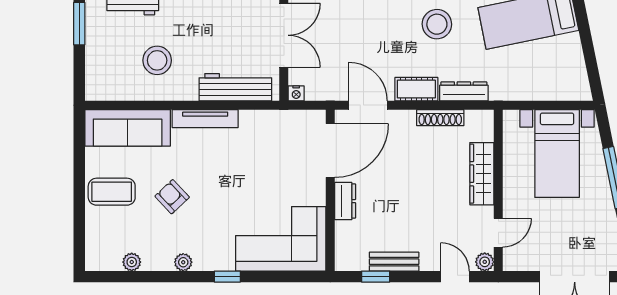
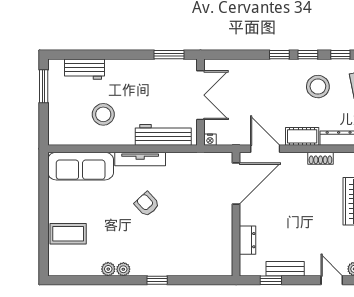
shoe rack: (440, 118) -> (320, 158), width x0.70
coffee table: (112, 192) -> (68, 234), moved
armchair: (172, 197) -> (147, 204), moved
dresser: (345, 201) -> (248, 240), moved
corner sofa: (281, 239) -> (198, 251), removed
plant: (132, 262) -> (108, 269), moved

